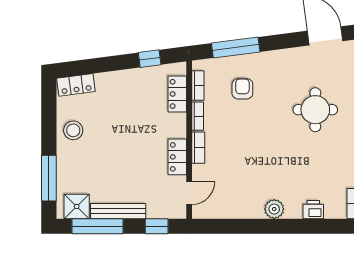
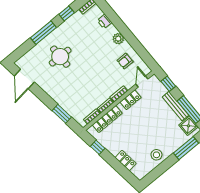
window: (236, 47) -> (62, 114), width x0.69
locker: (76, 85) -> (126, 161), moved
armchair: (242, 89) -> (125, 61), moved
locker: (177, 94) -> (107, 119), width x1.53
door: (189, 193) -> (142, 82), hinge flipped

